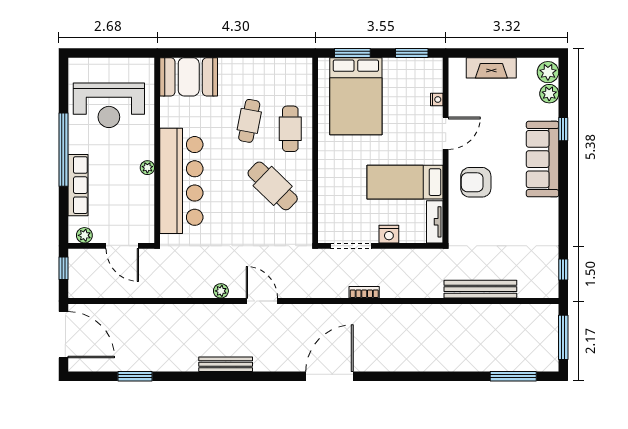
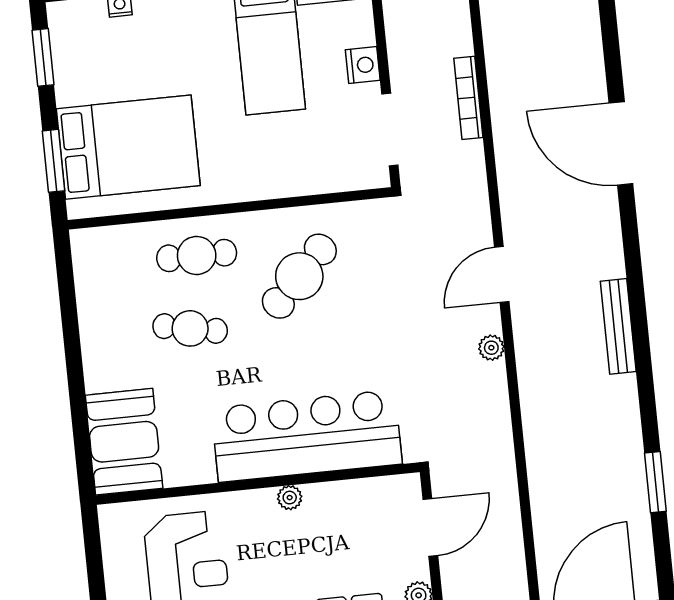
bookcase: (364, 292) -> (468, 98), width x1.56

